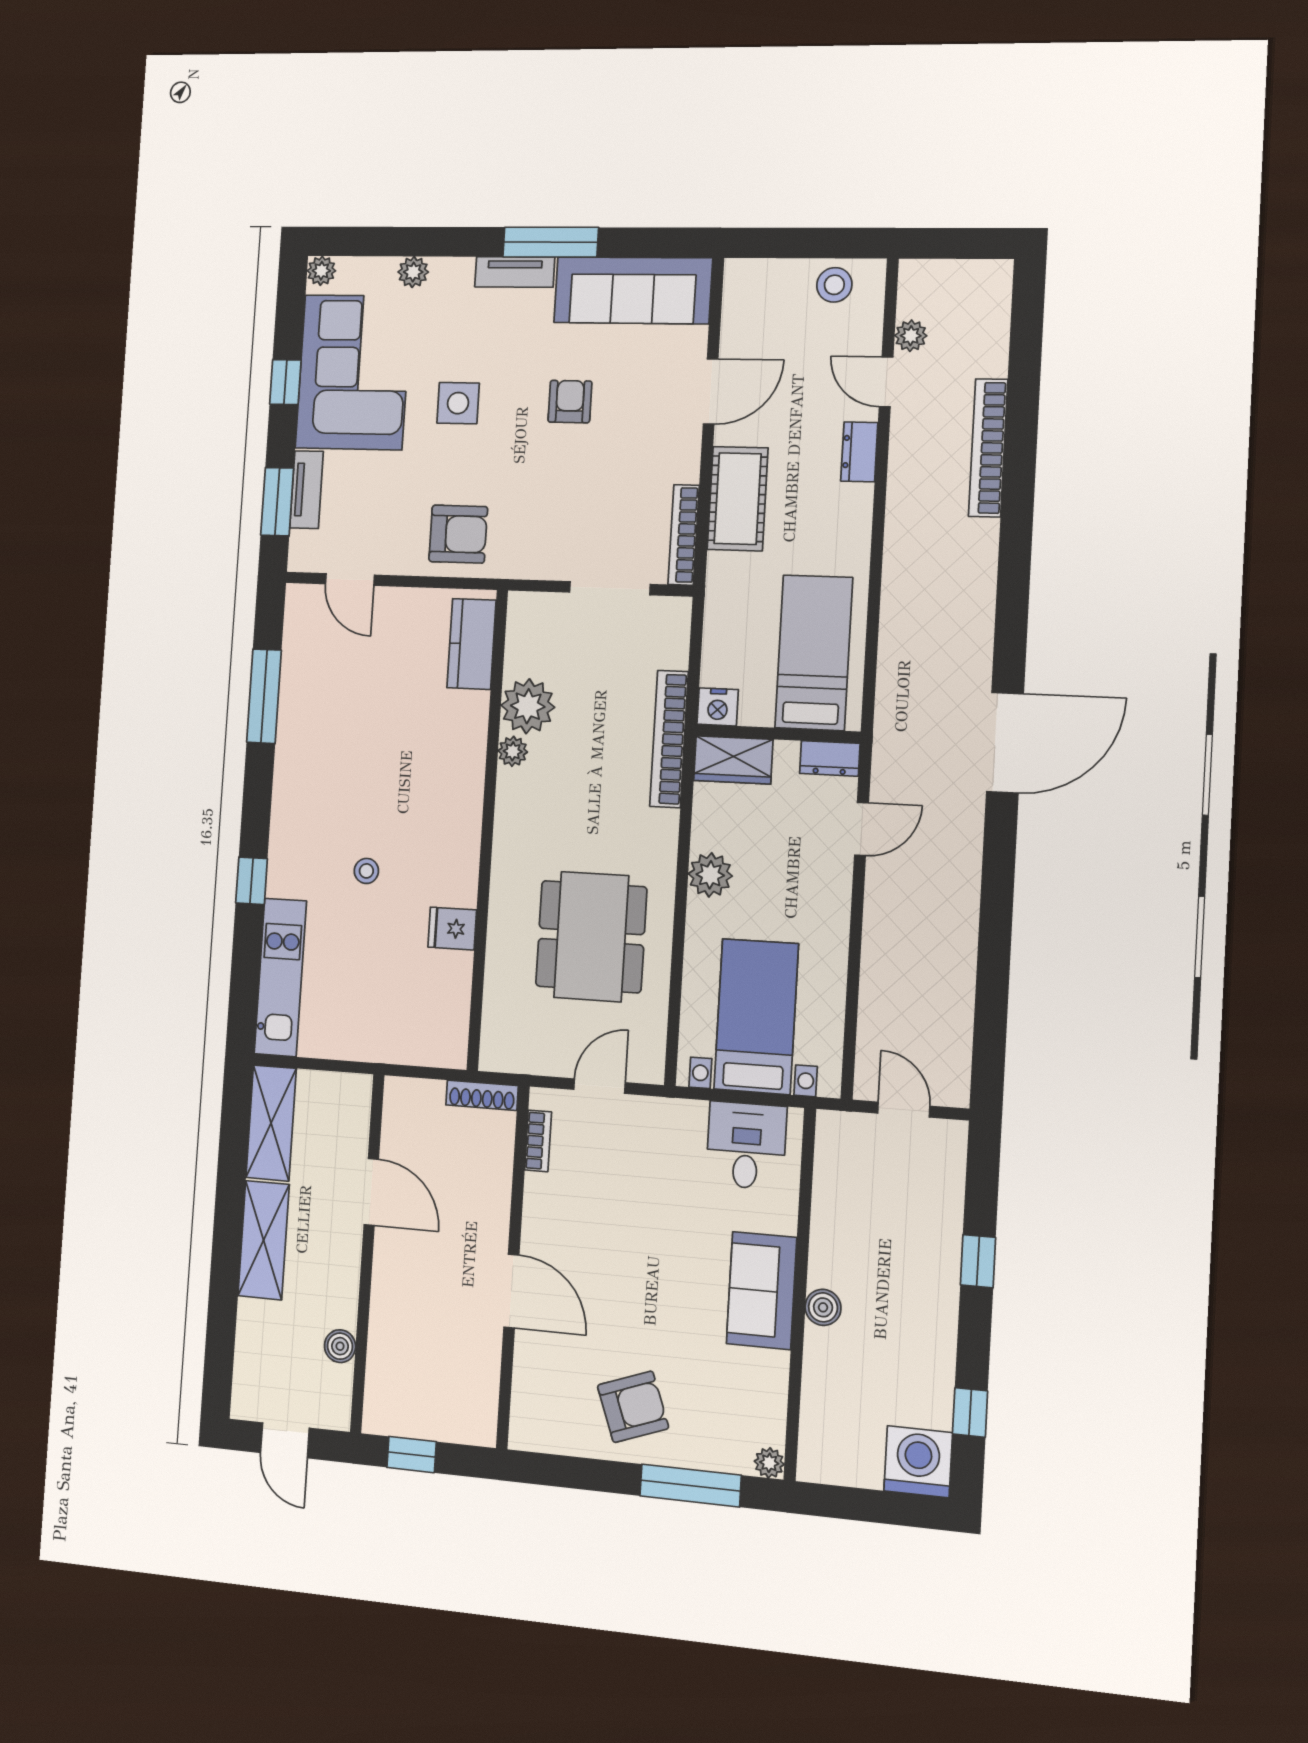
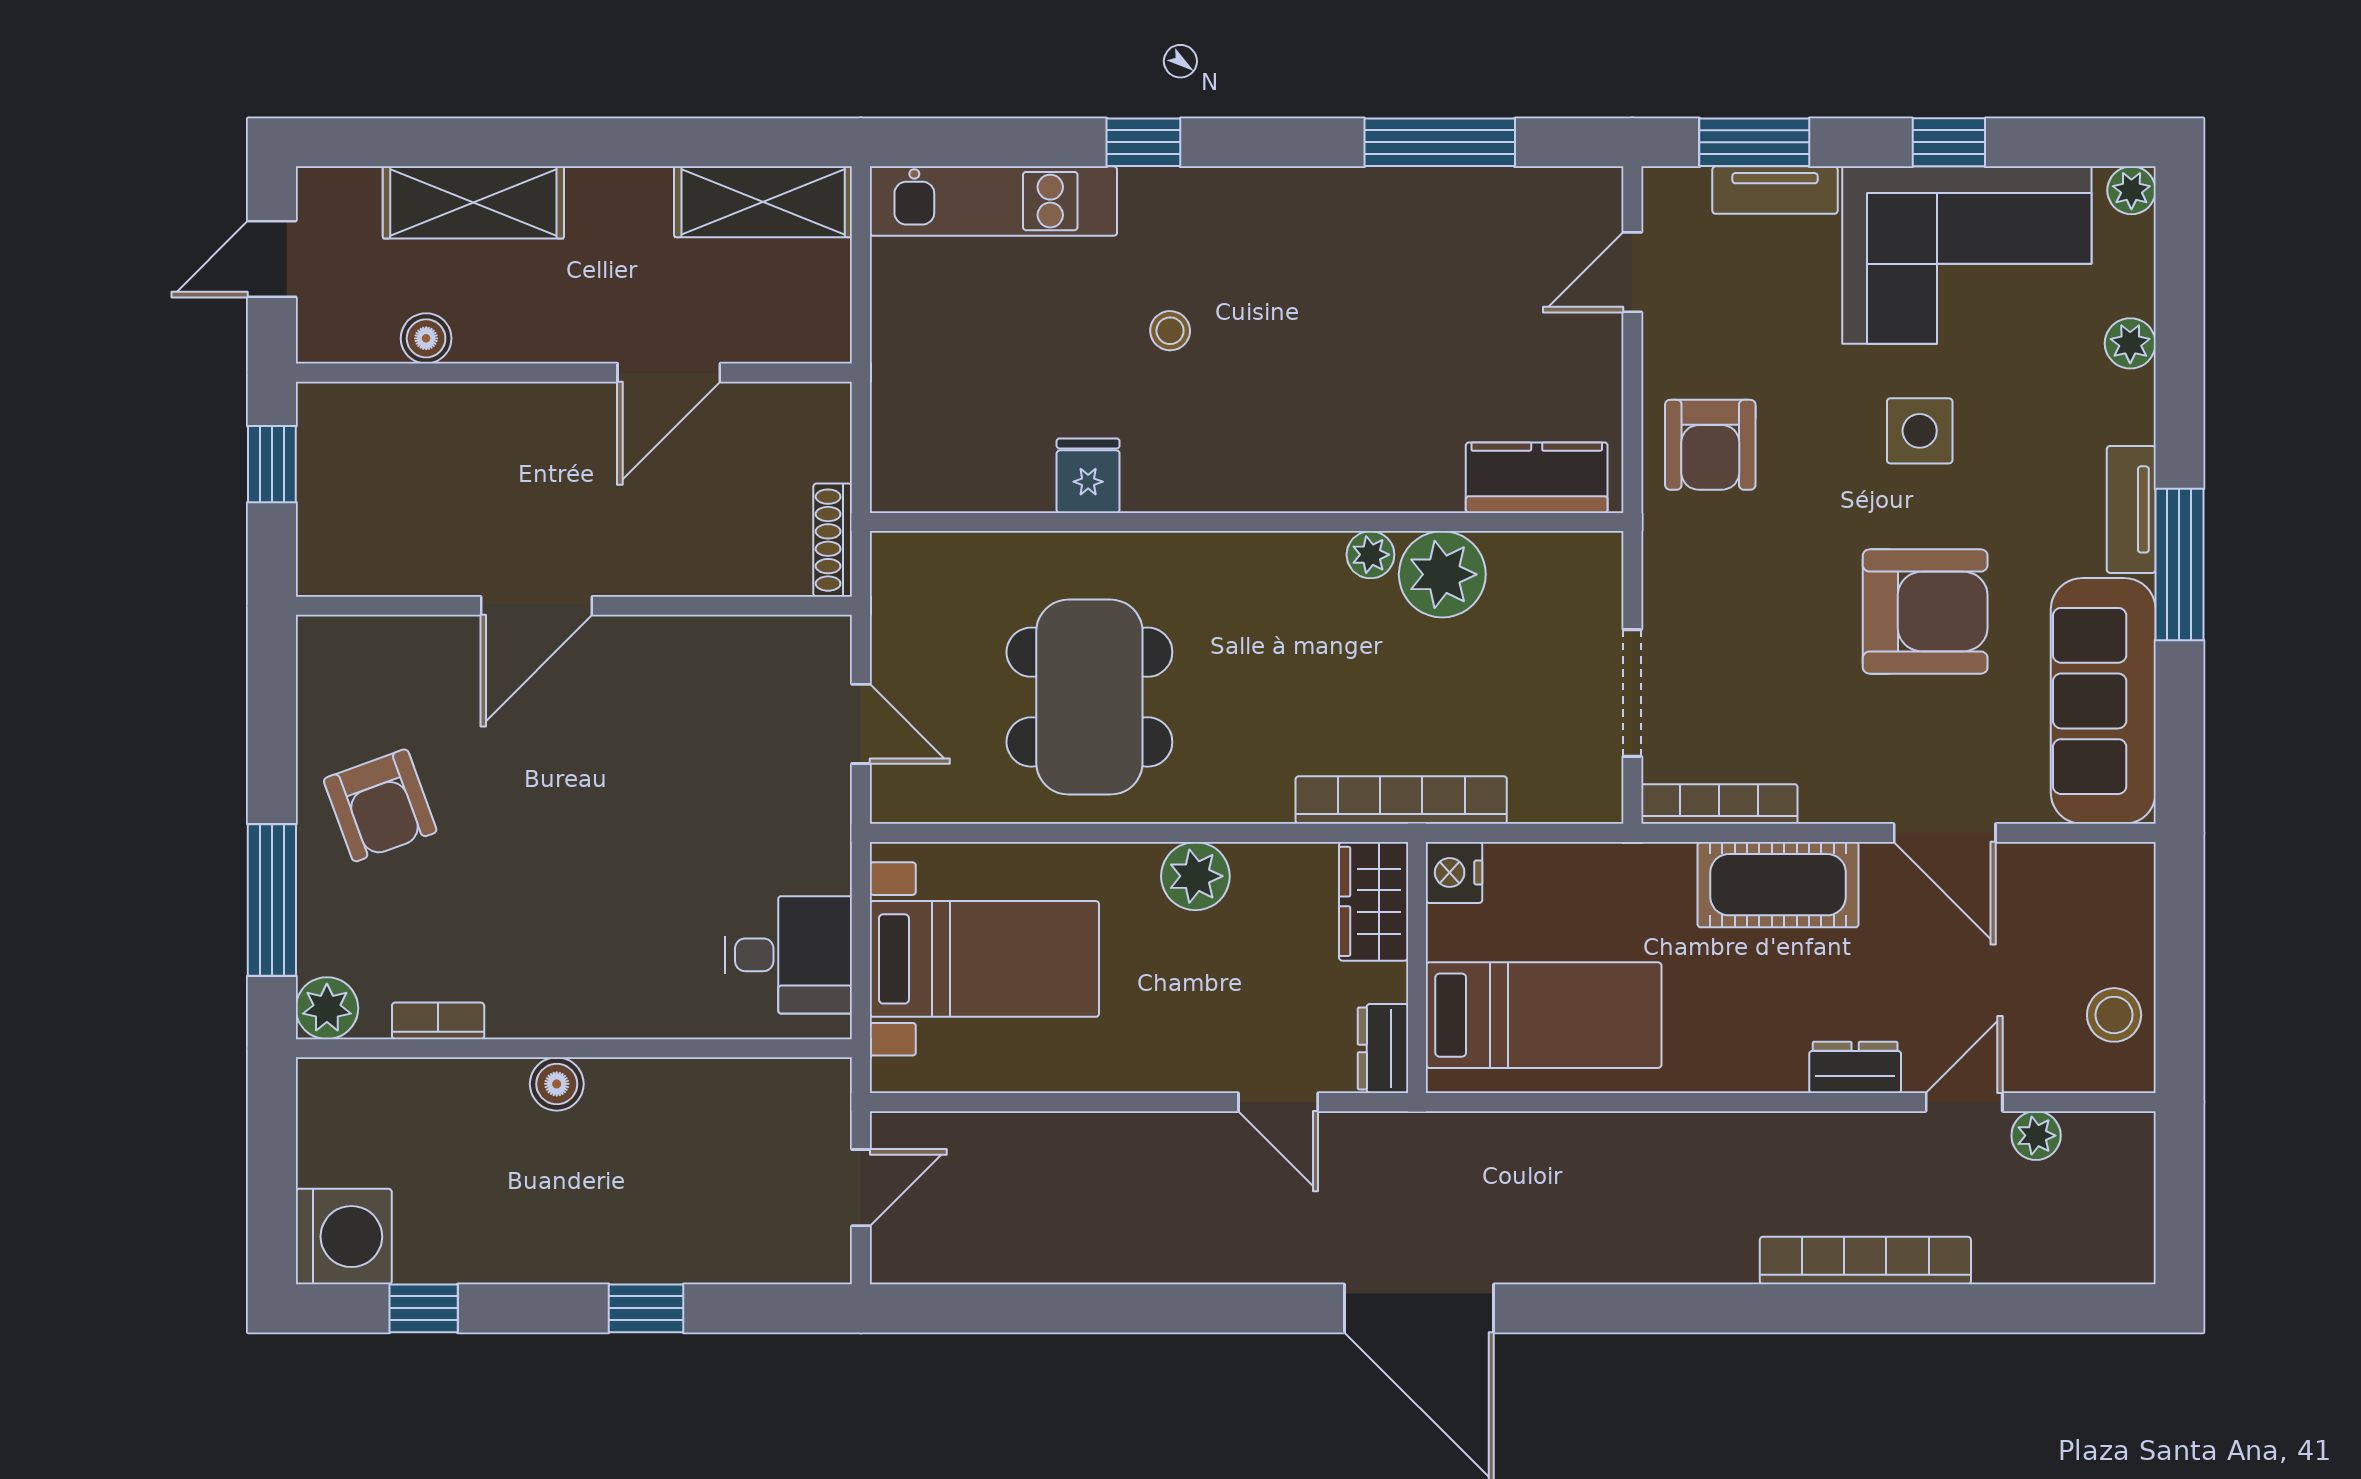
armchair: (570, 402) -> (1925, 611), width x1.88, depth x1.88
dining table: (591, 937) -> (1089, 697), turned 90
bookcase: (538, 1141) -> (438, 1021), moved, turned 180
shelving: (264, 1240) -> (473, 202), moved
sofa: (762, 1291) -> (573, 991), removed
plant: (769, 1463) -> (327, 1008), width x1.38, depth x1.38

